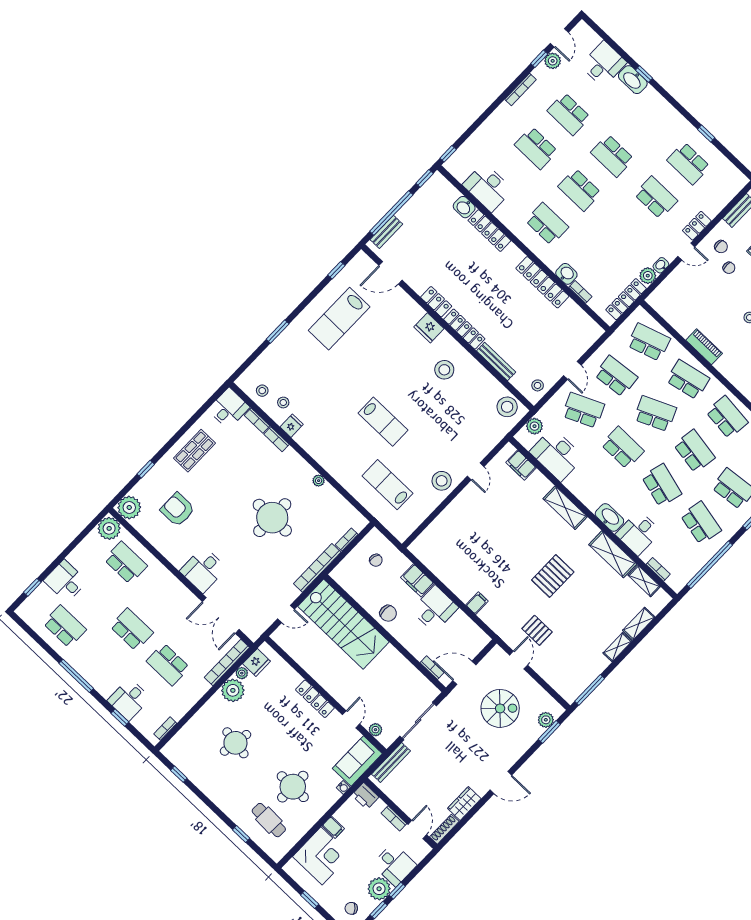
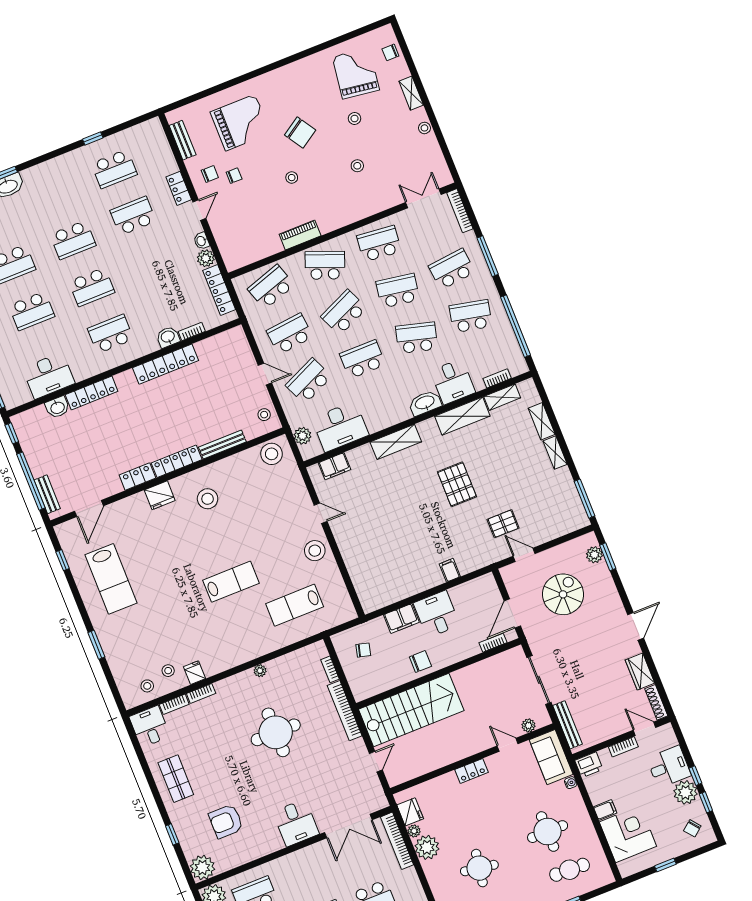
school desk: (688, 380) -> (325, 265), turned 33
locker: (315, 699) -> (471, 771), width x0.66

